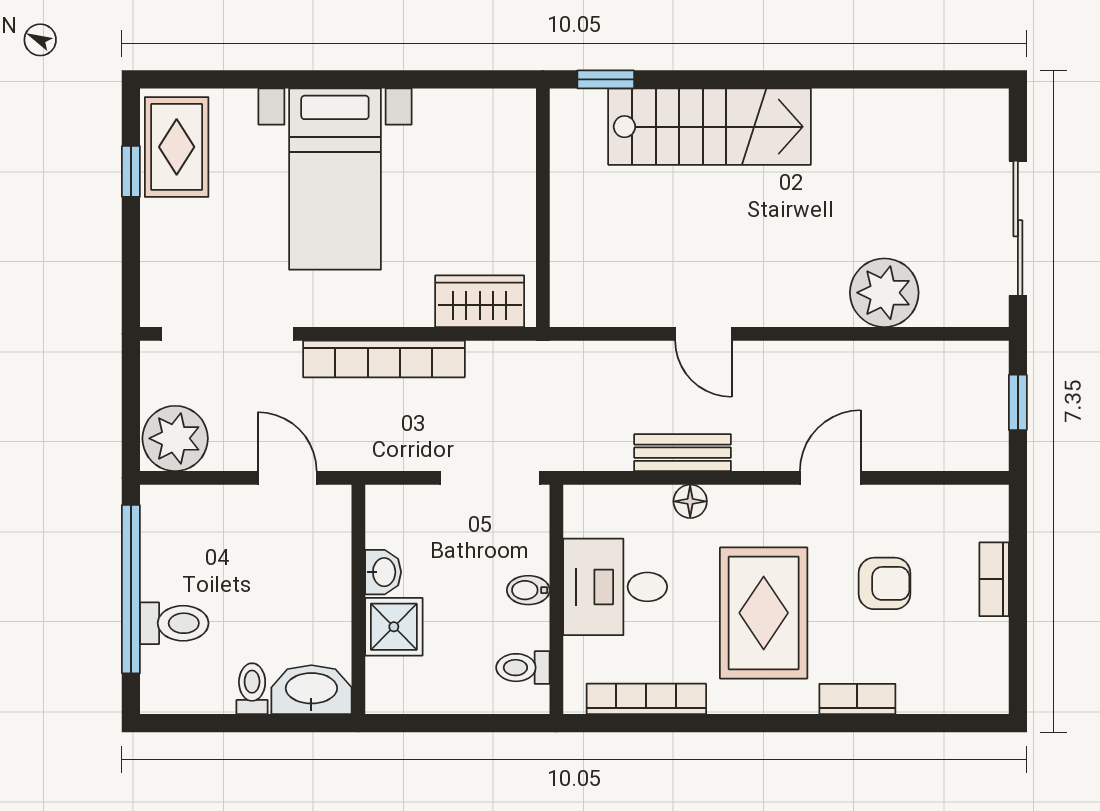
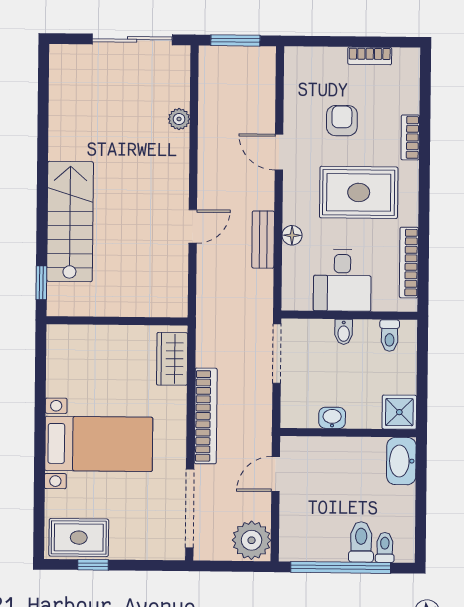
plant: (884, 293) -> (179, 119), width x0.53, depth x0.53
window: (1018, 402) -> (235, 40), width x1.50
bookcase: (994, 579) -> (370, 56), moved
shower: (394, 627) -> (399, 412), moved
toilet: (252, 689) -> (385, 547), moved, turned 90

